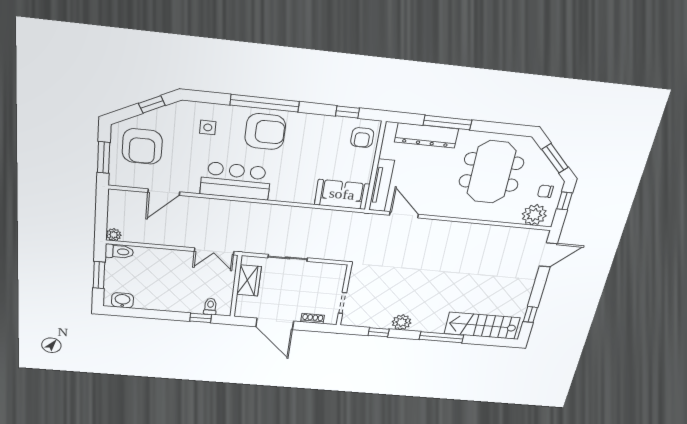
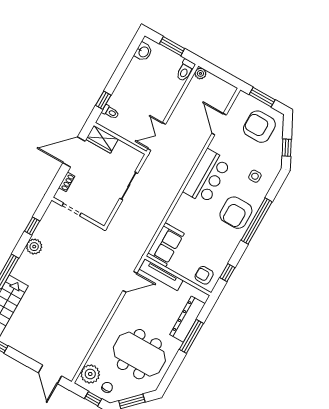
wardrobe: (249, 280) -> (102, 139), moved

